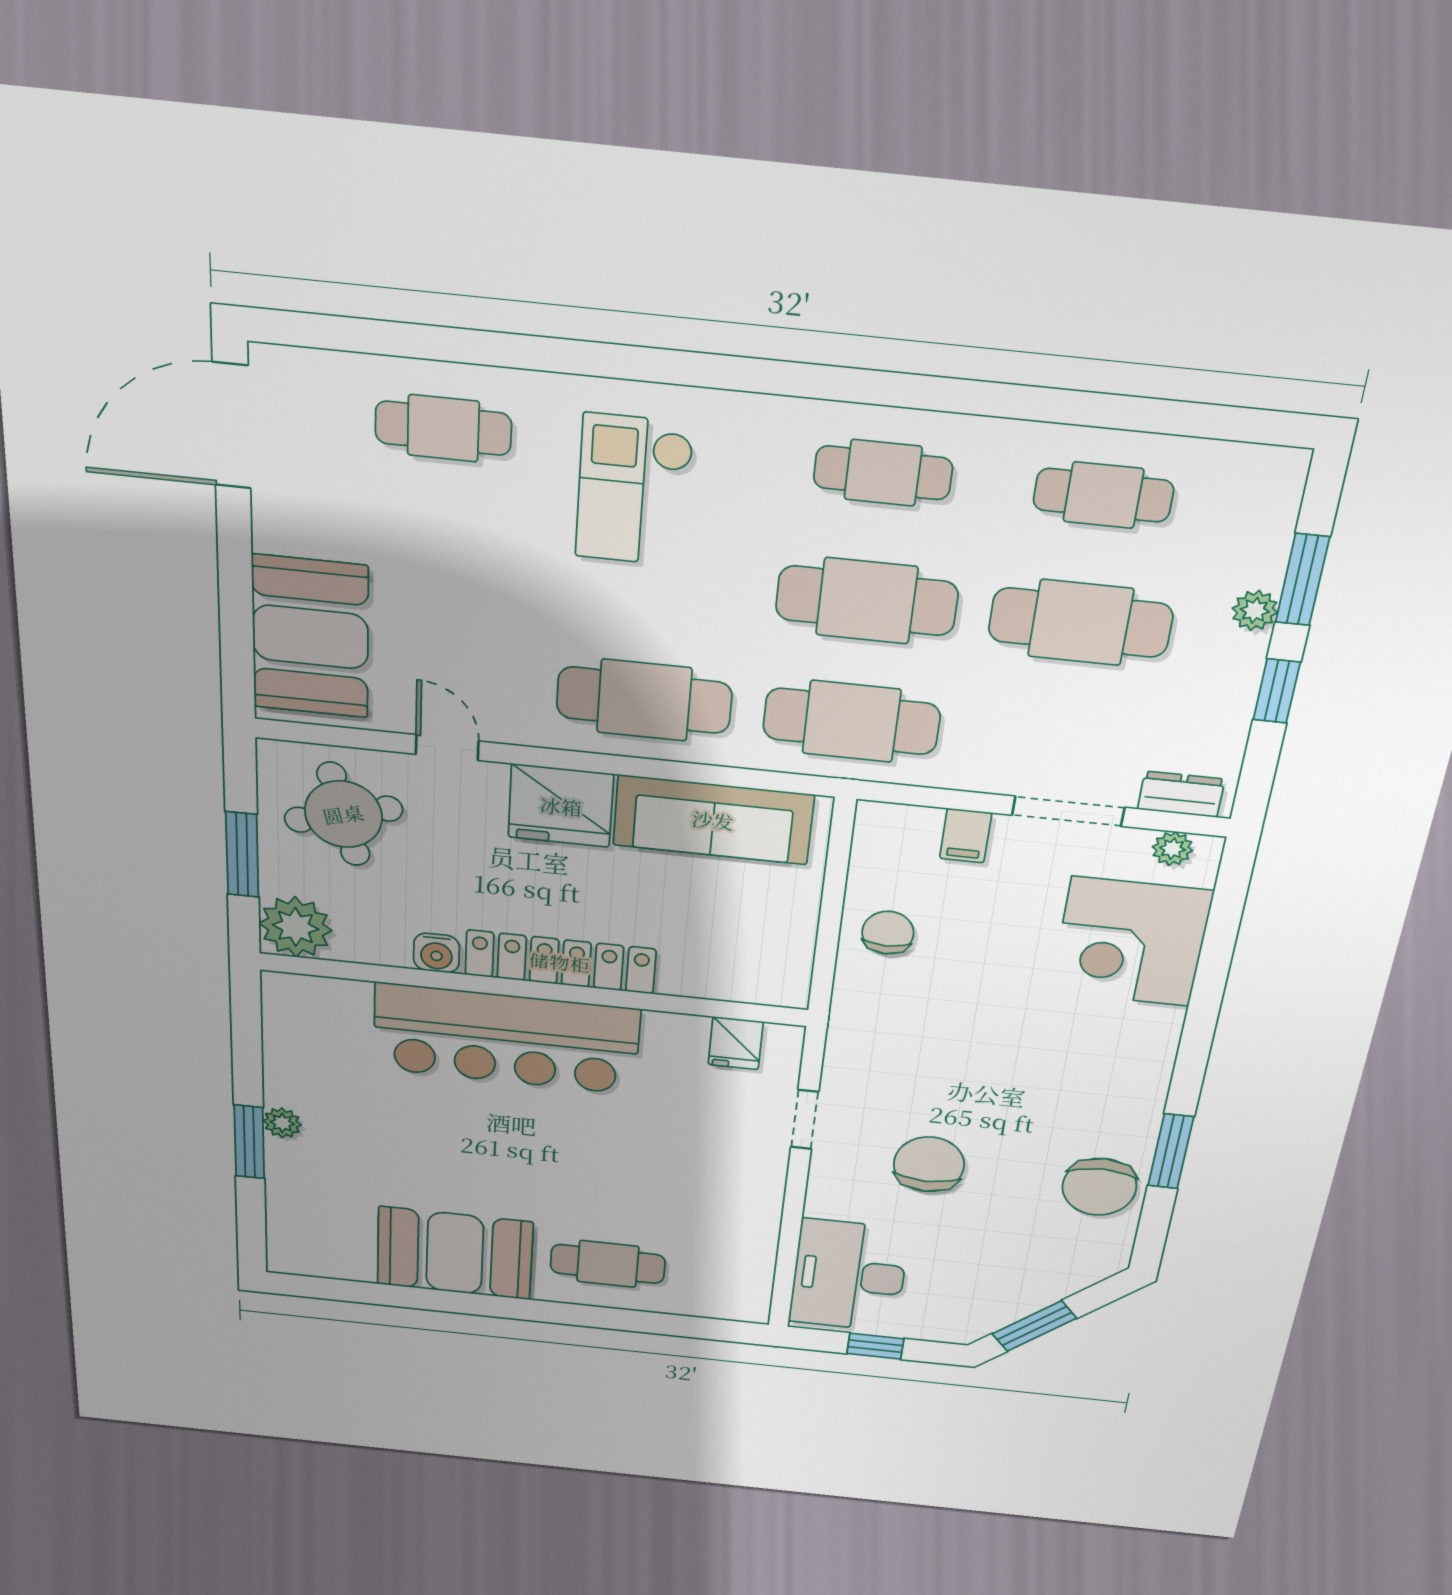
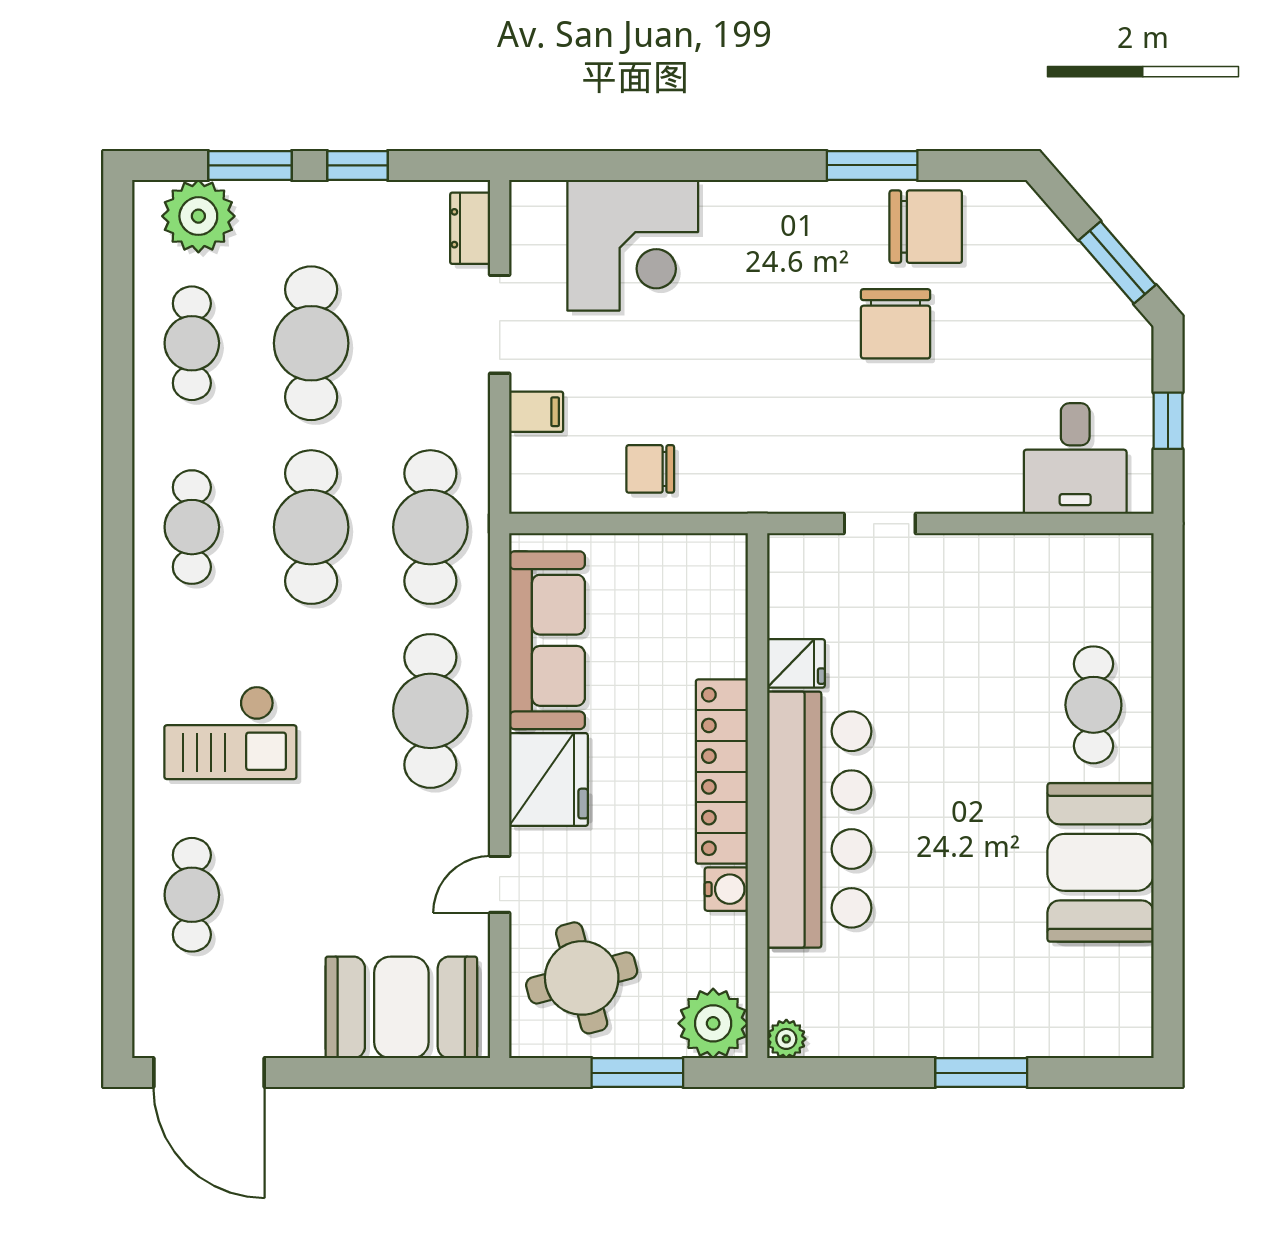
plant: (1255, 610) -> (198, 216), moved, width x1.87, depth x1.87
plant: (1172, 849) -> (528, 226), removed
fridge: (736, 1043) -> (796, 663), moved
plant: (282, 1123) -> (786, 1039), moved
chair: (929, 1164) -> (896, 324), moved, turned -90
desk: (849, 1276) -> (1075, 459), width x0.73

